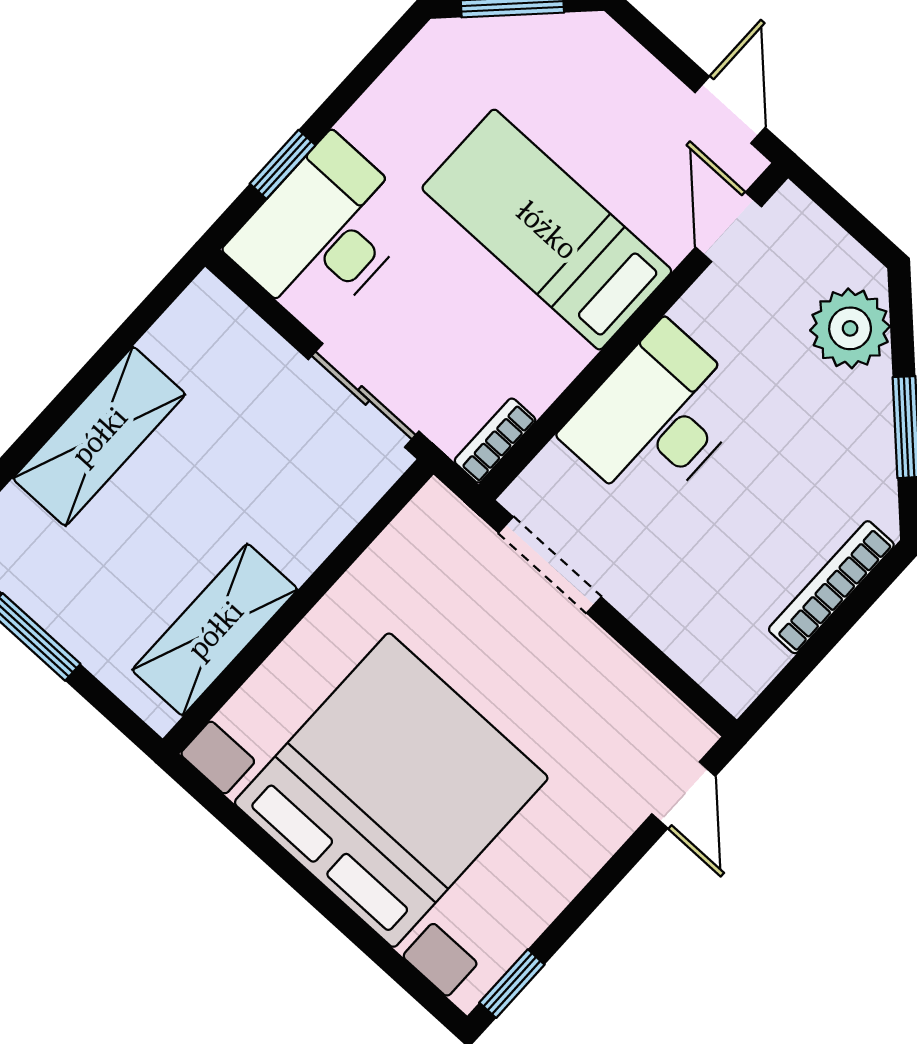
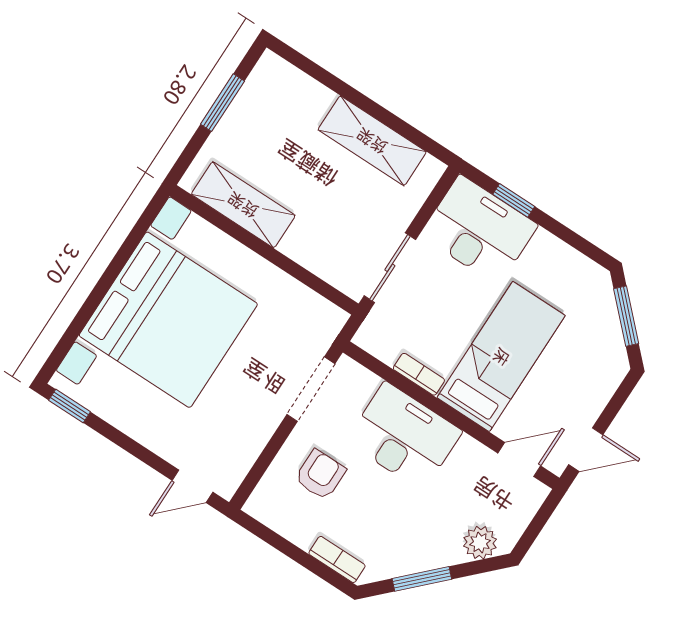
plant: (850, 328) -> (480, 543), width x0.73, depth x0.73
shelving: (99, 436) -> (372, 141), moved
bookcase: (495, 441) -> (419, 374), moved
armchair: (699, 572) -> (320, 475), added
bookcase: (831, 587) -> (337, 559), width x0.64

